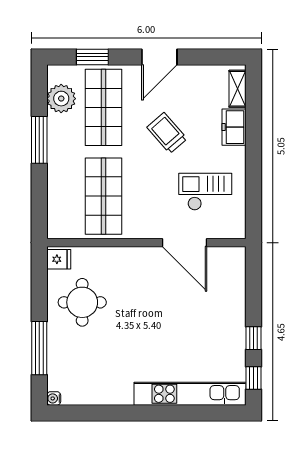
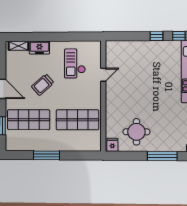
plant: (61, 99) -> (24, 143), removed
door: (185, 243) -> (103, 75), width x0.53

